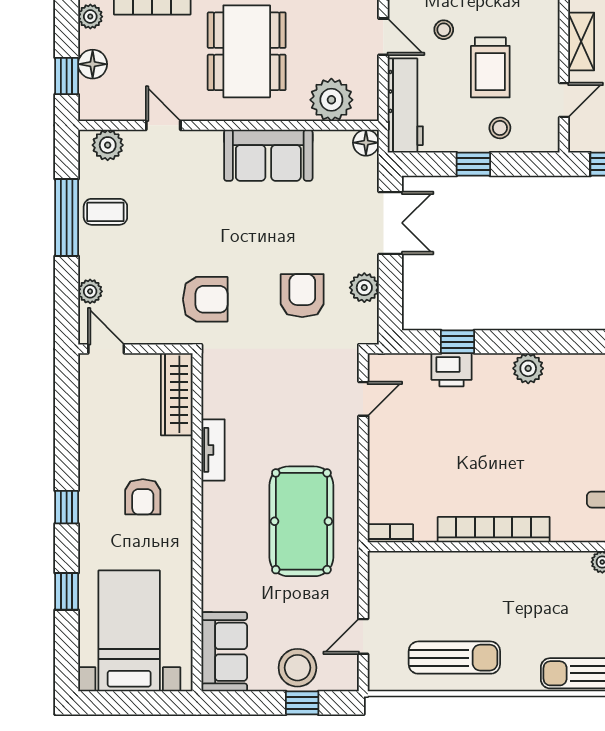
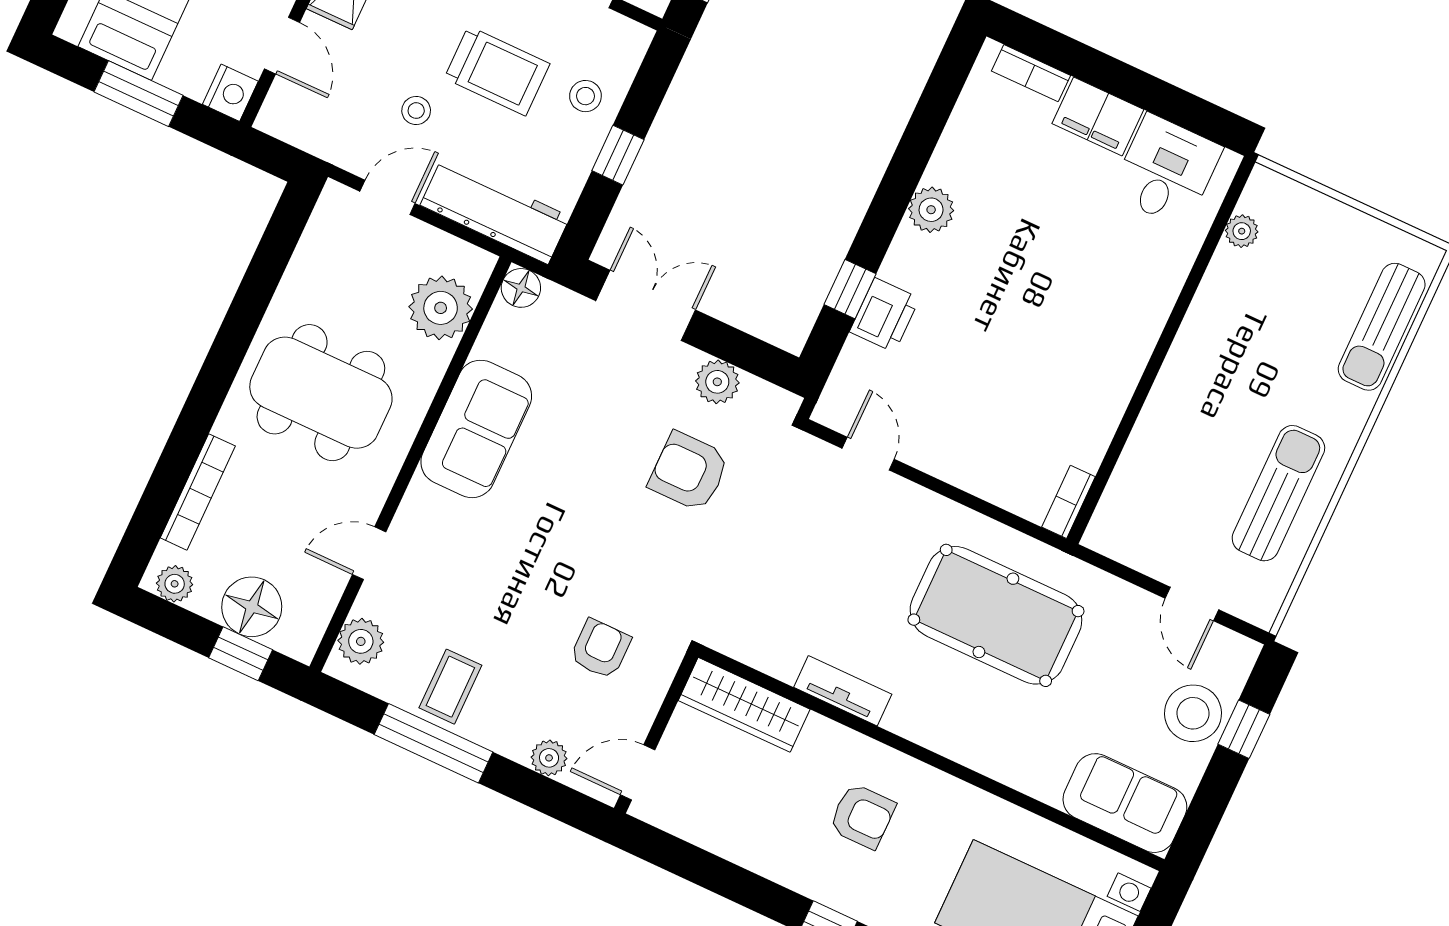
floor lamp: (93, 64) -> (252, 607), width x1.38, depth x1.38
armchair: (205, 299) -> (600, 649), moved, width x0.72, depth x0.72
bookcase: (494, 530) -> (1129, 359), removed

